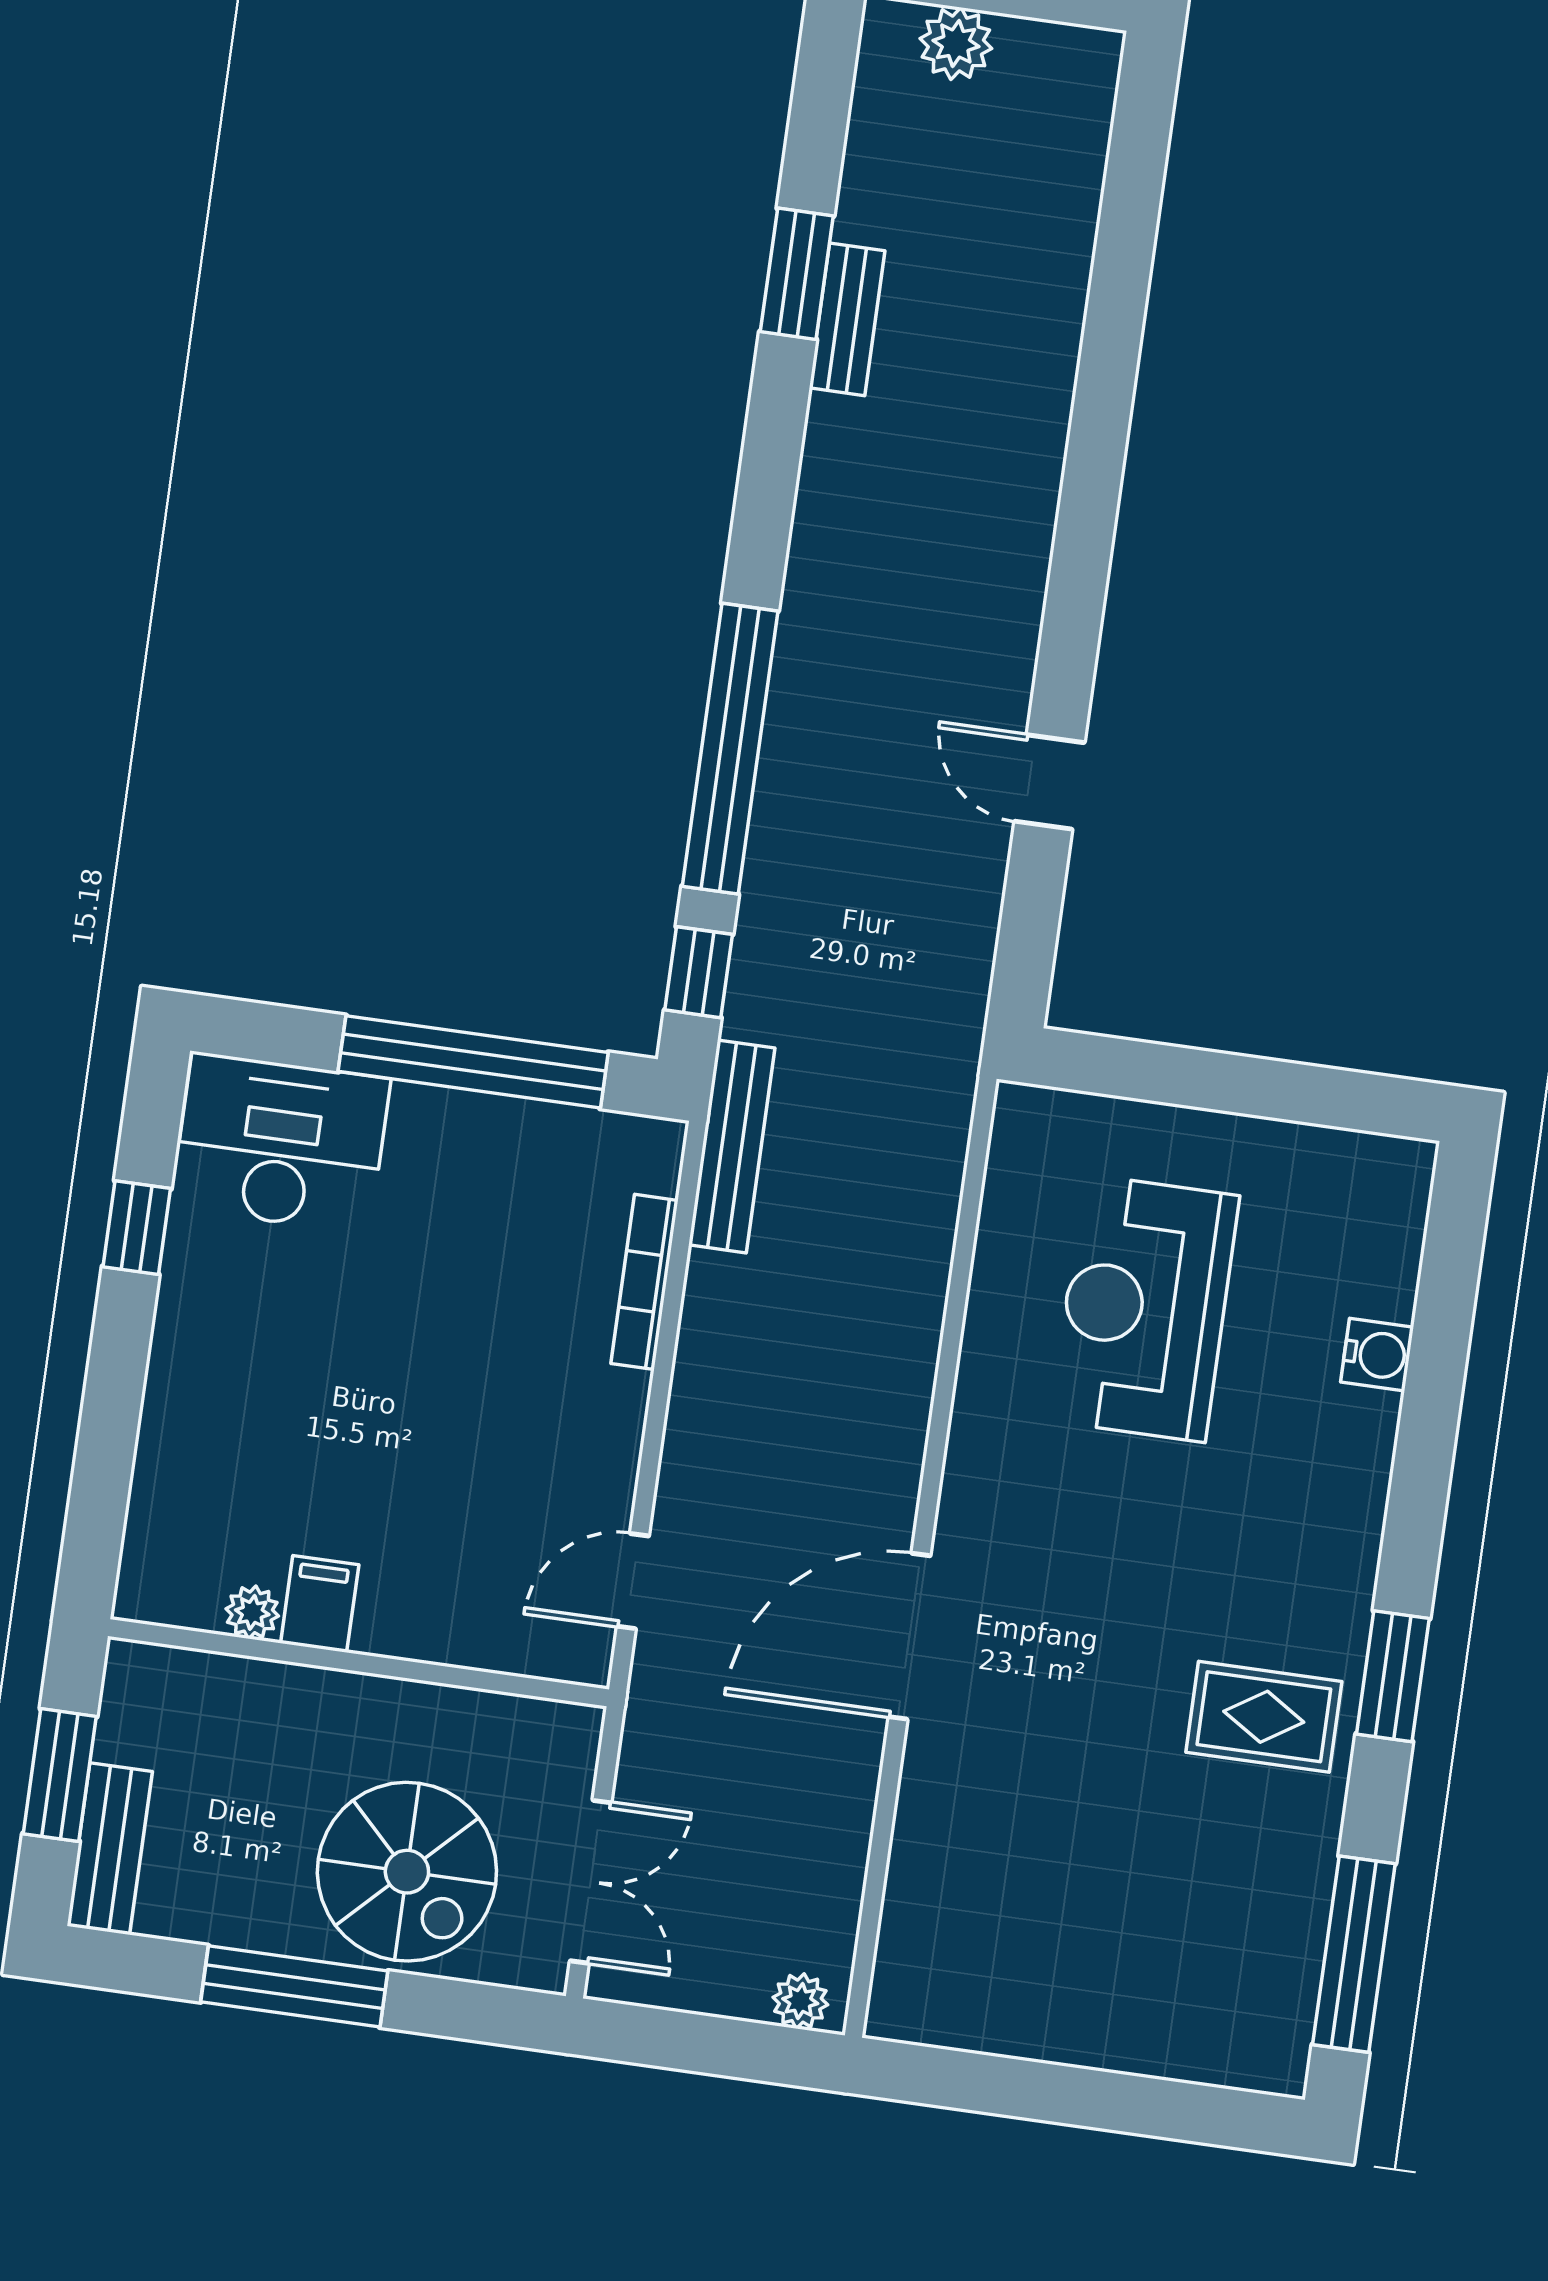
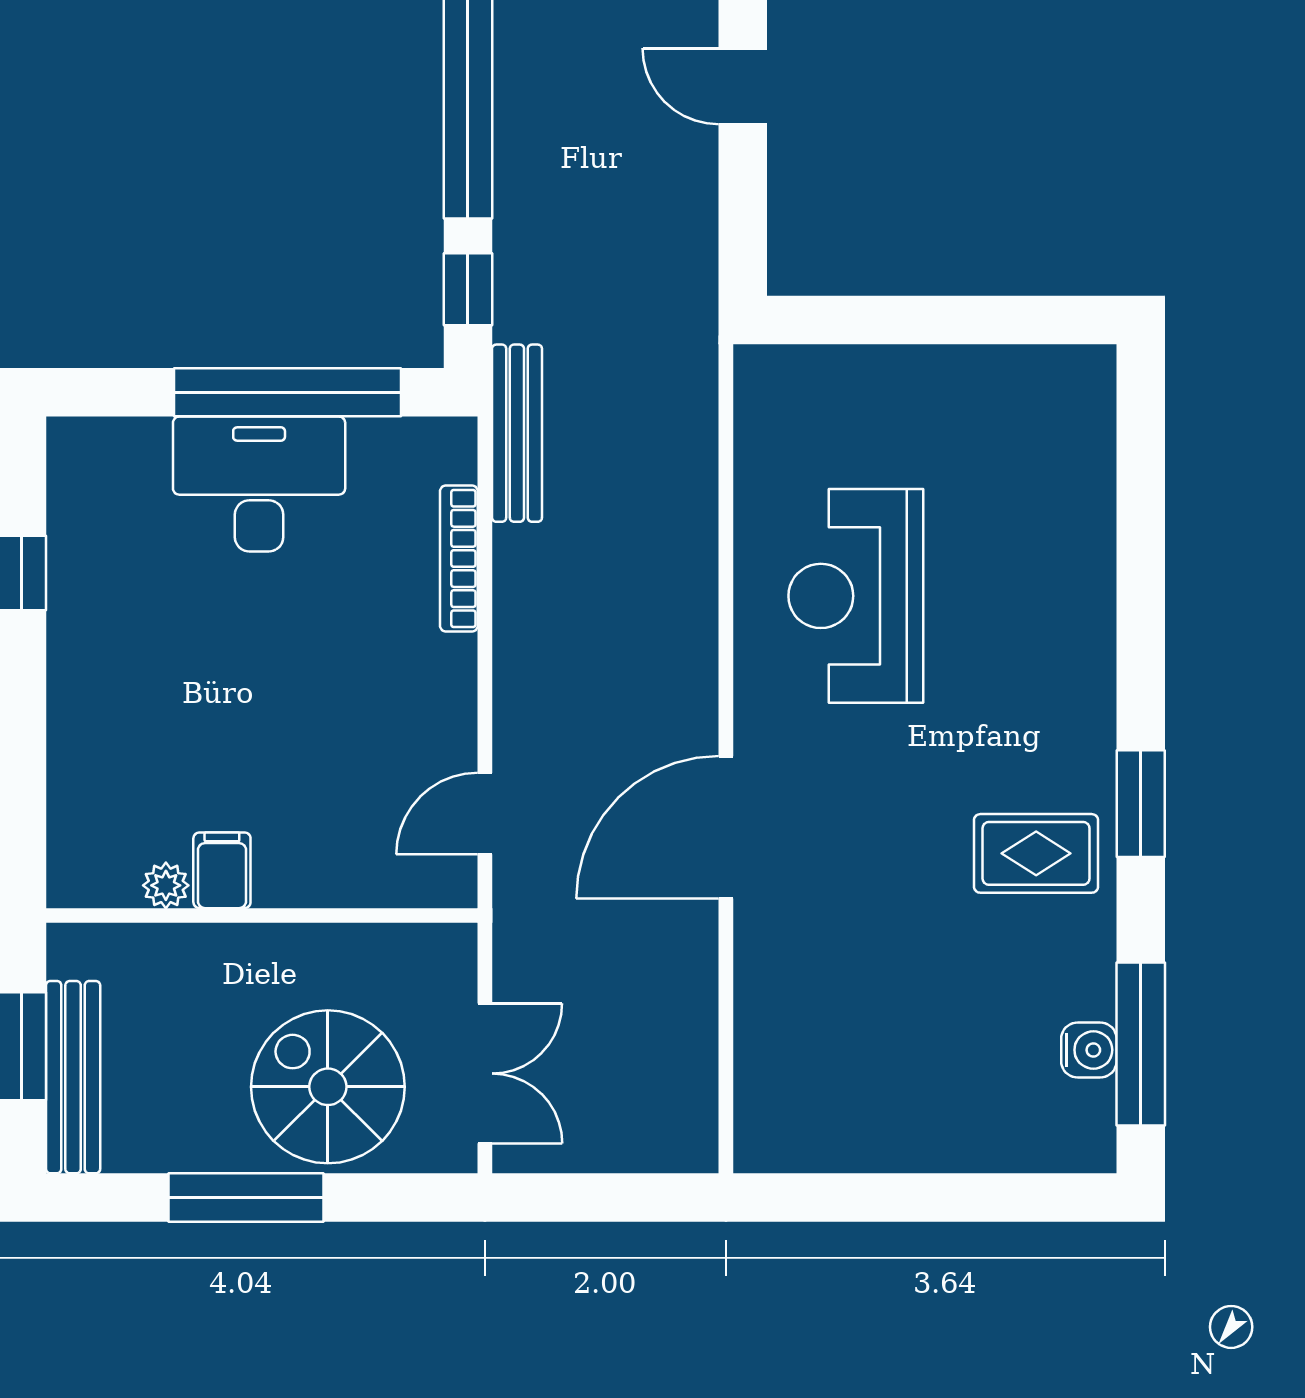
desk: (281, 1143) -> (259, 484), moved
reception desk: (1145, 1308) -> (856, 596), moved
water cooler: (1377, 1355) -> (1089, 1050), moved
bench: (110, 1849) -> (73, 1077), width x1.36
spiral stairs: (407, 1872) -> (328, 1087), turned 180
plant: (800, 2001) -> (677, 1150), removed

